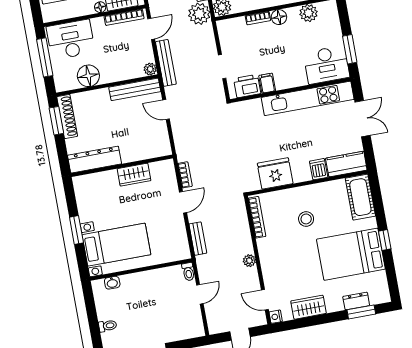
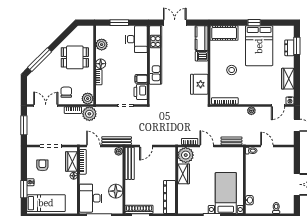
window: (350, 49) -> (119, 23), moved
plant: (163, 173) -> (186, 155), added

